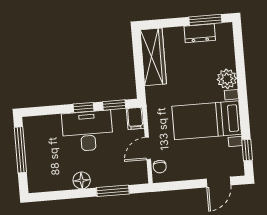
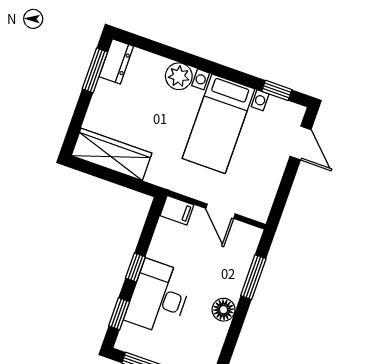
dresser: (200, 33) -> (116, 61), moved
window: (114, 105) -> (119, 314), moved
desk: (88, 131) -> (159, 297), moved
chair: (160, 167) -> (249, 207), removed

